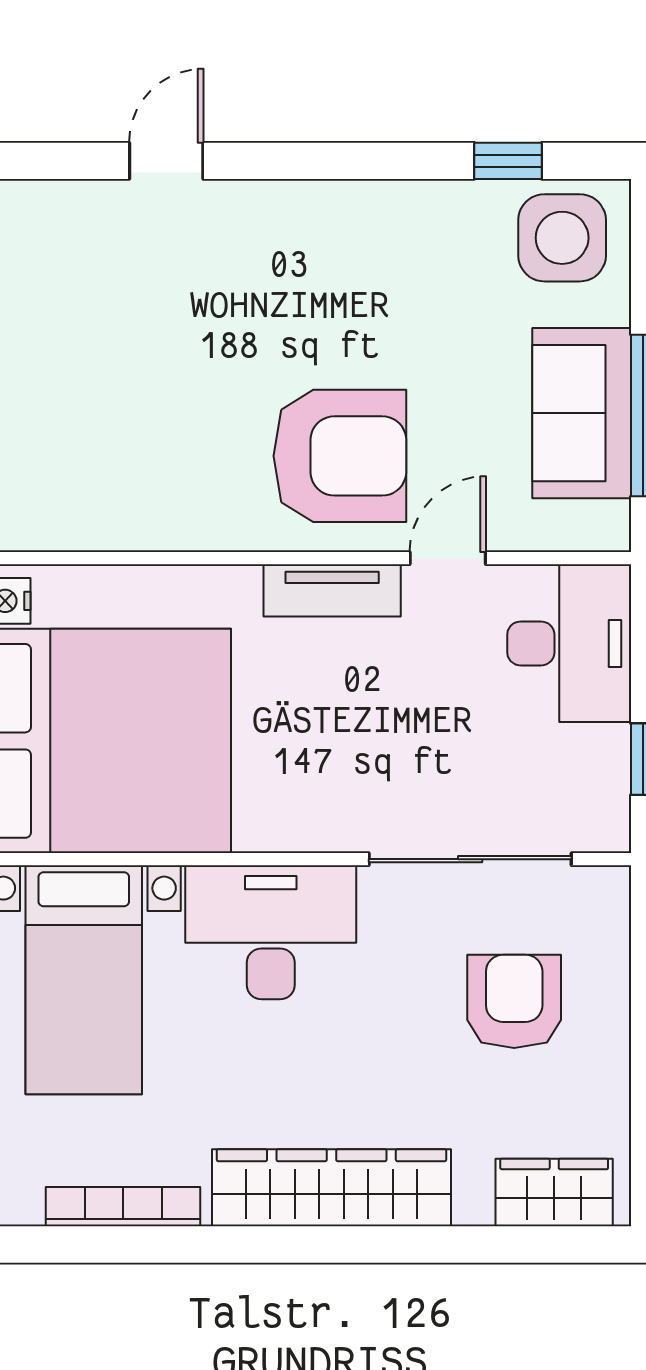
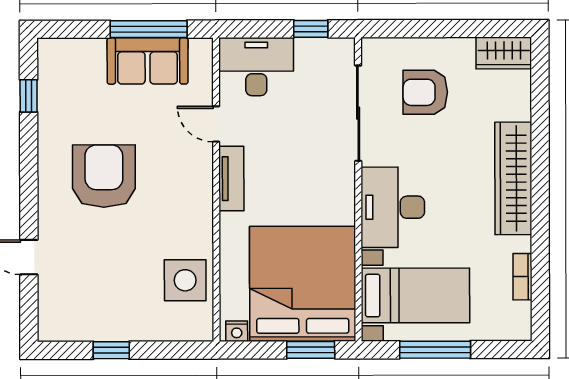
side table: (562, 238) -> (185, 280), moved
armchair: (340, 456) -> (104, 176), moved
wardrobe: (554, 1193) -> (504, 53), moved, turned -90
bookcase: (123, 1207) -> (522, 277), width x0.64

